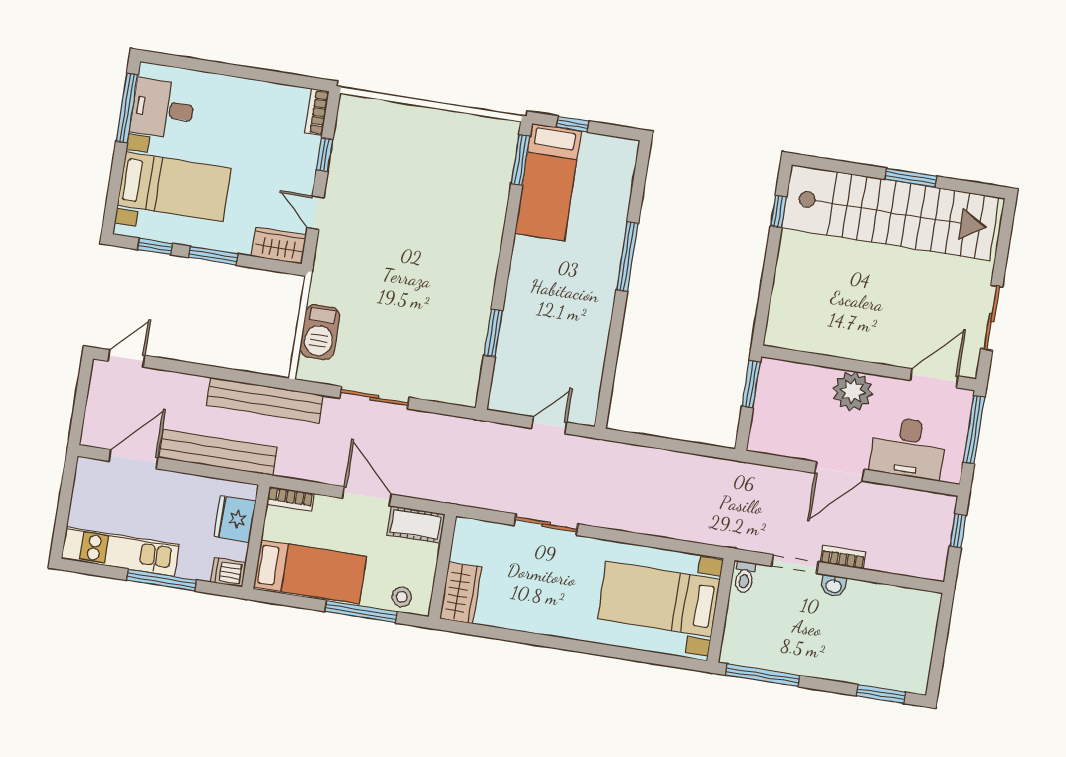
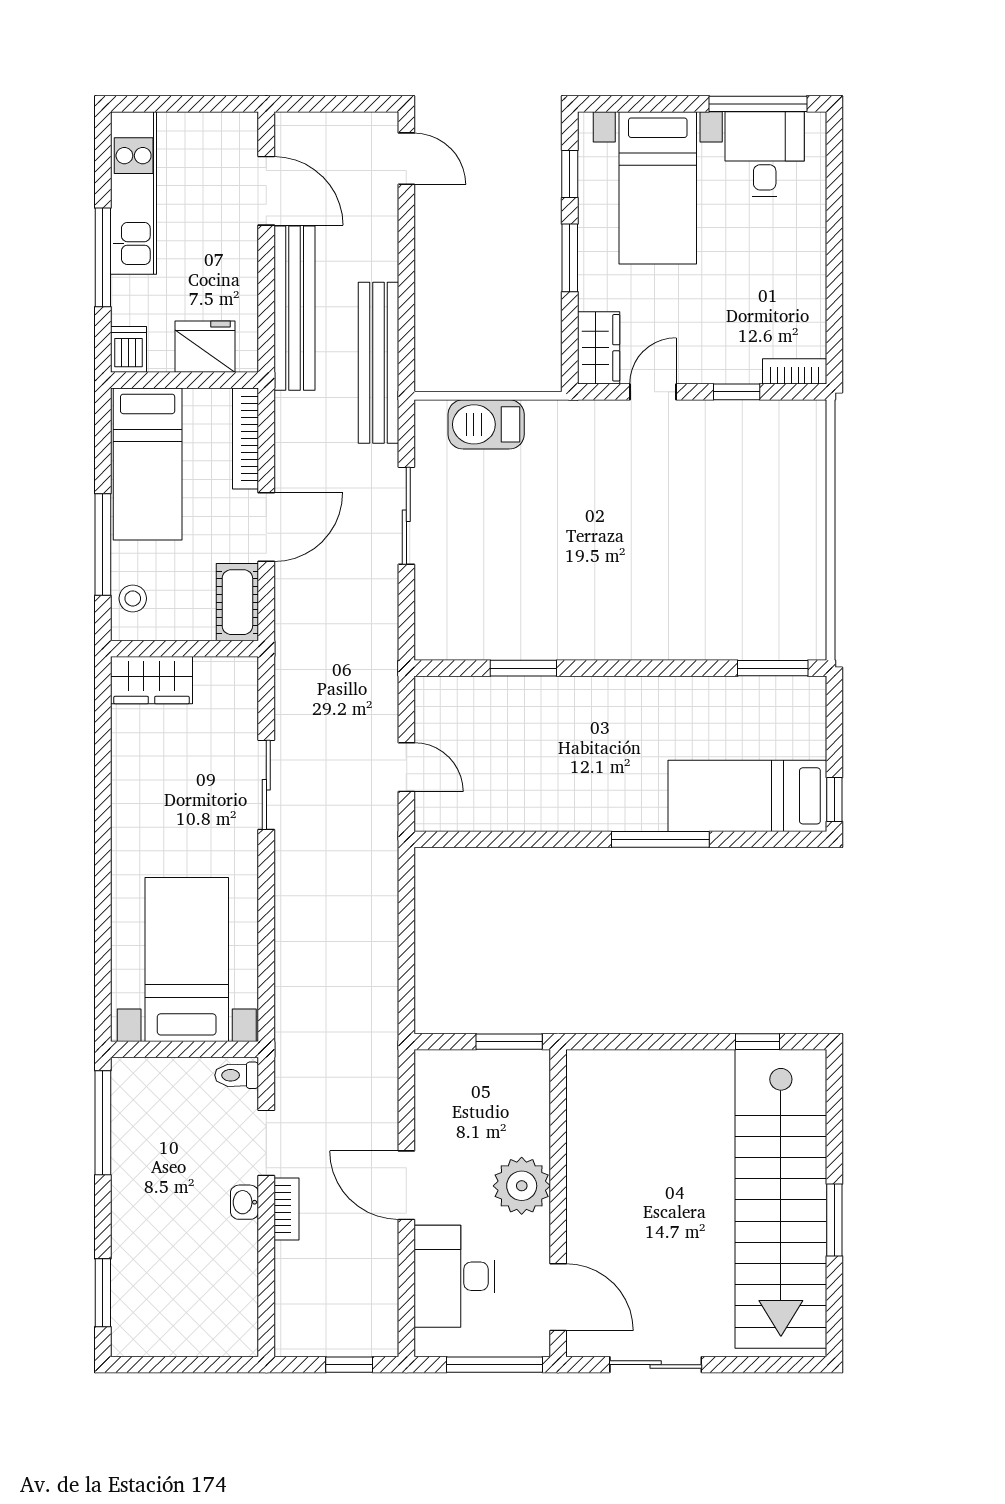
window: (573, 124) -> (834, 800), moved
bed: (548, 182) -> (747, 796), moved
bookcase: (290, 499) -> (246, 439), width x1.56

